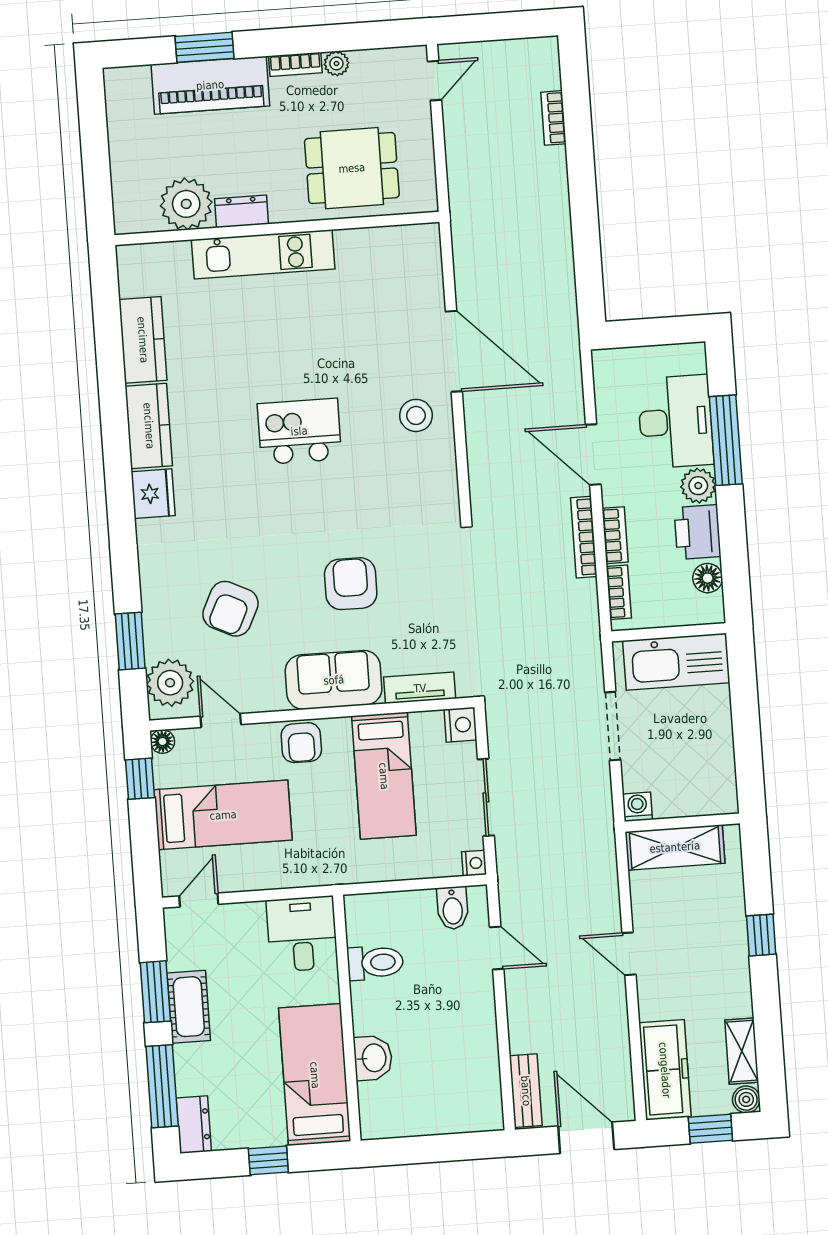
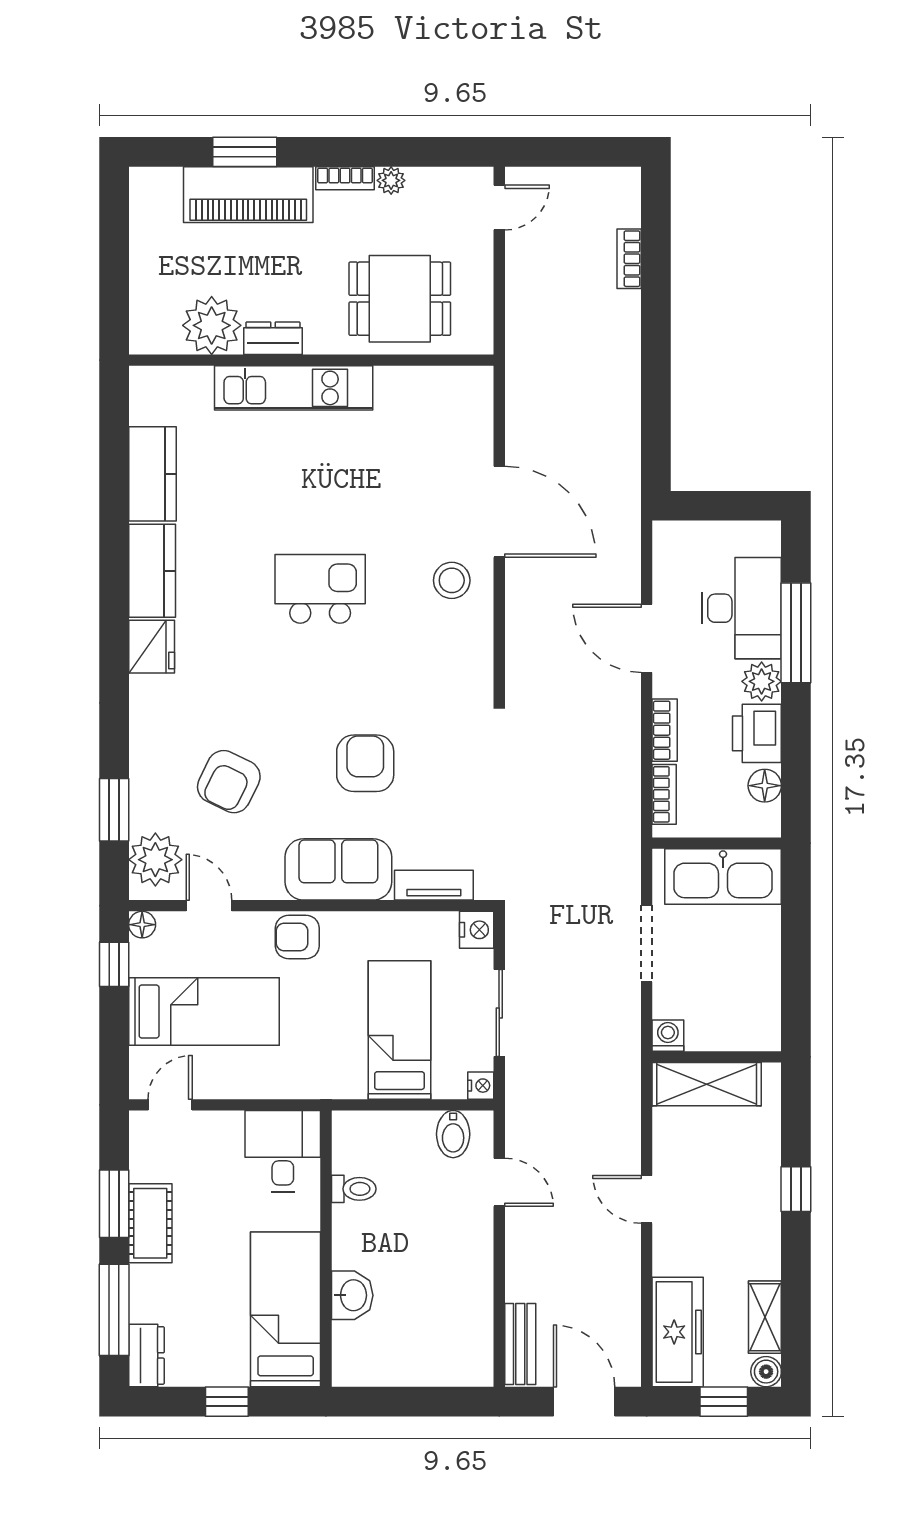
bookcase: (584, 537) -> (630, 730), removed
armchair: (301, 743) -> (297, 937), turned 90
bed: (384, 776) -> (399, 1030), moved, turned 180
toilet: (375, 963) -> (354, 1189), width x0.73, depth x0.72

